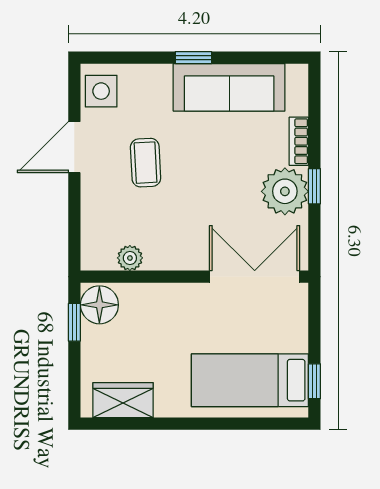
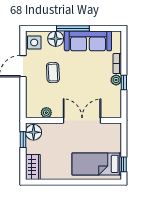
window: (193, 58) -> (73, 28), width x2.17
floor lamp: (152, 82) -> (56, 39), added
plant: (285, 191) -> (116, 80), width x0.53, depth x0.53
double door: (255, 277) -> (82, 120), moved
wardrobe: (123, 400) -> (33, 167), moved, turned 90

